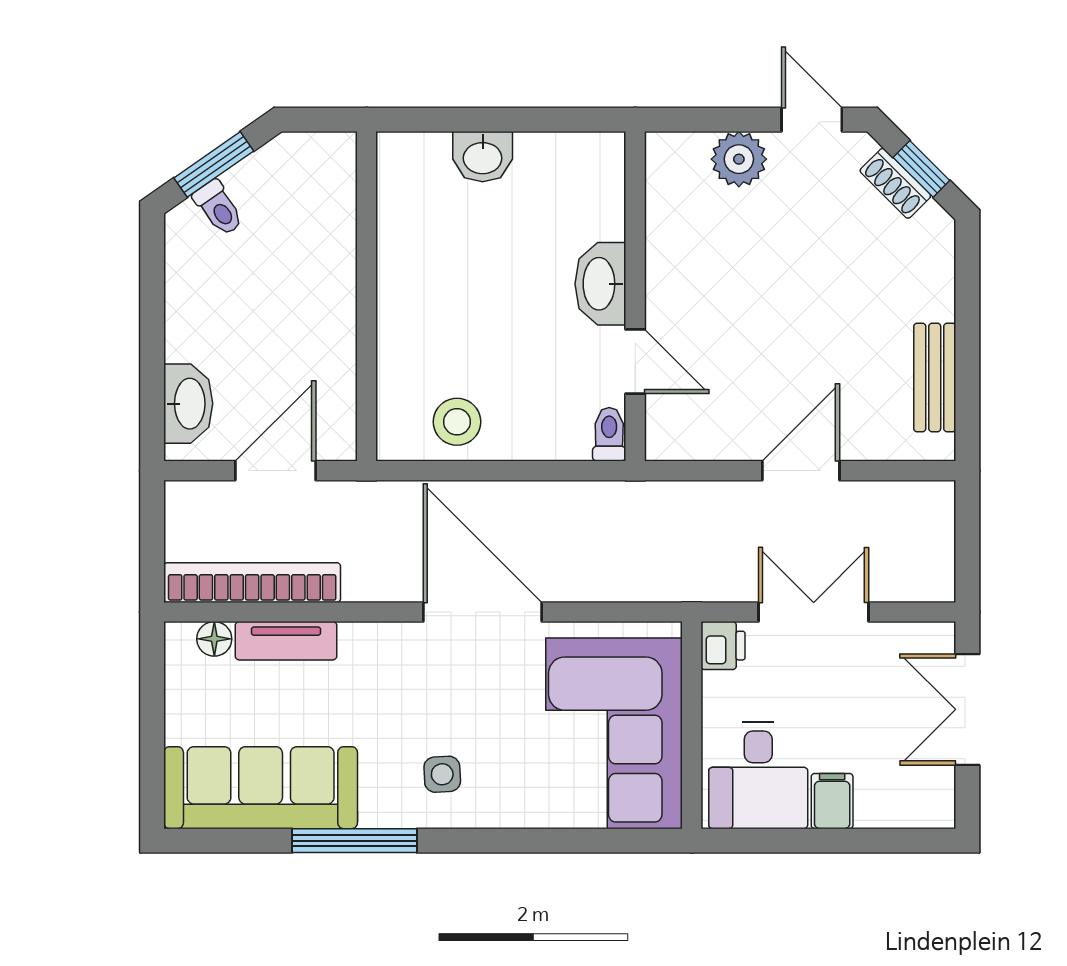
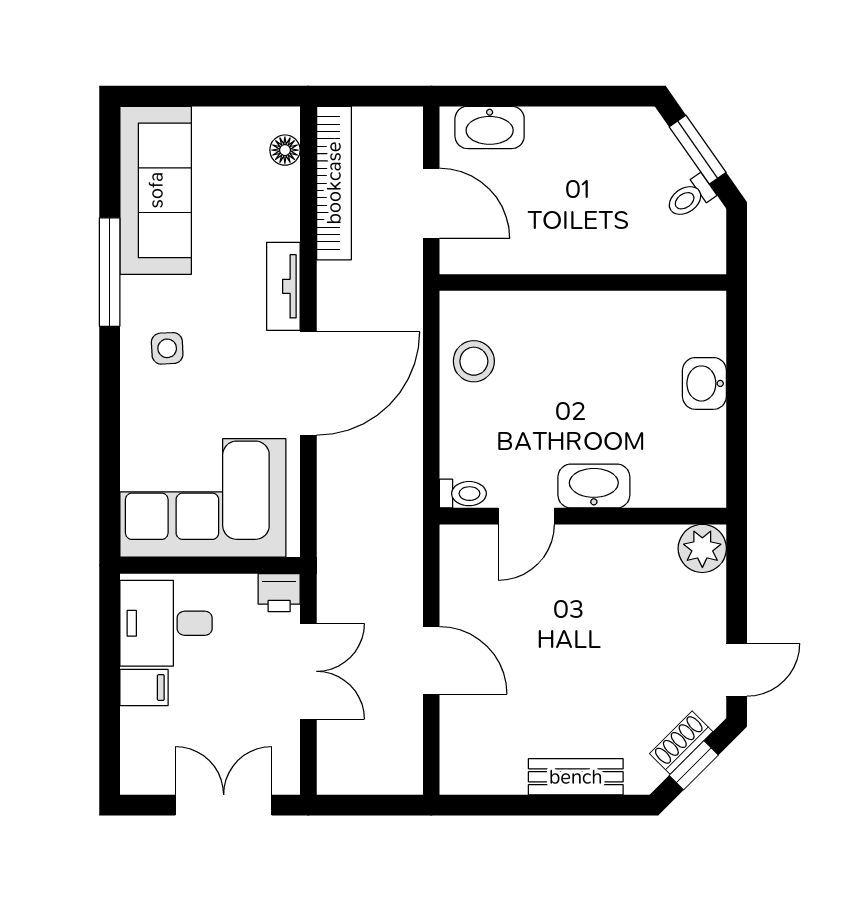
plant: (739, 159) -> (702, 548), moved
toilet: (219, 208) -> (690, 197), moved
bench: (935, 377) -> (576, 777), moved
tv unit: (286, 641) -> (283, 286), moved

